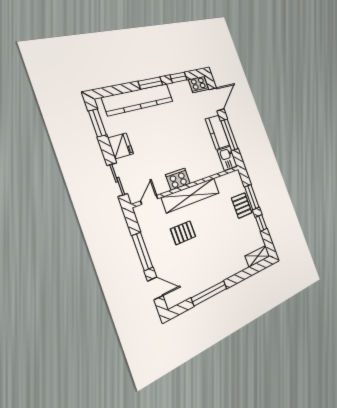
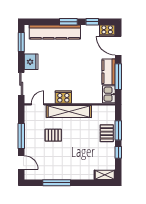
door: (217, 99) -> (118, 46), swing flipped

